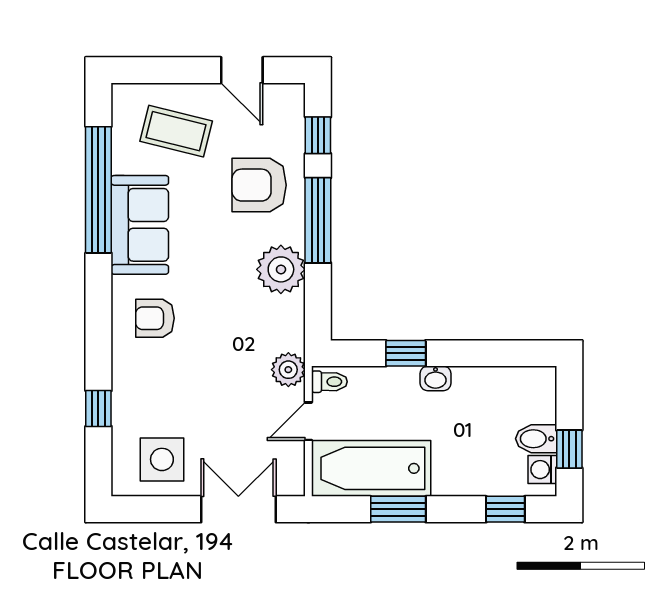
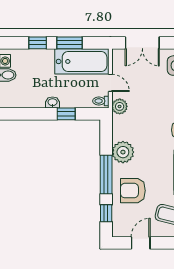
door: (242, 70) -> (141, 243), hinge flipped
armchair: (259, 185) -> (133, 191), turned 180
door: (308, 421) -> (110, 83), hinge flipped
window: (505, 509) -> (38, 43), moved

